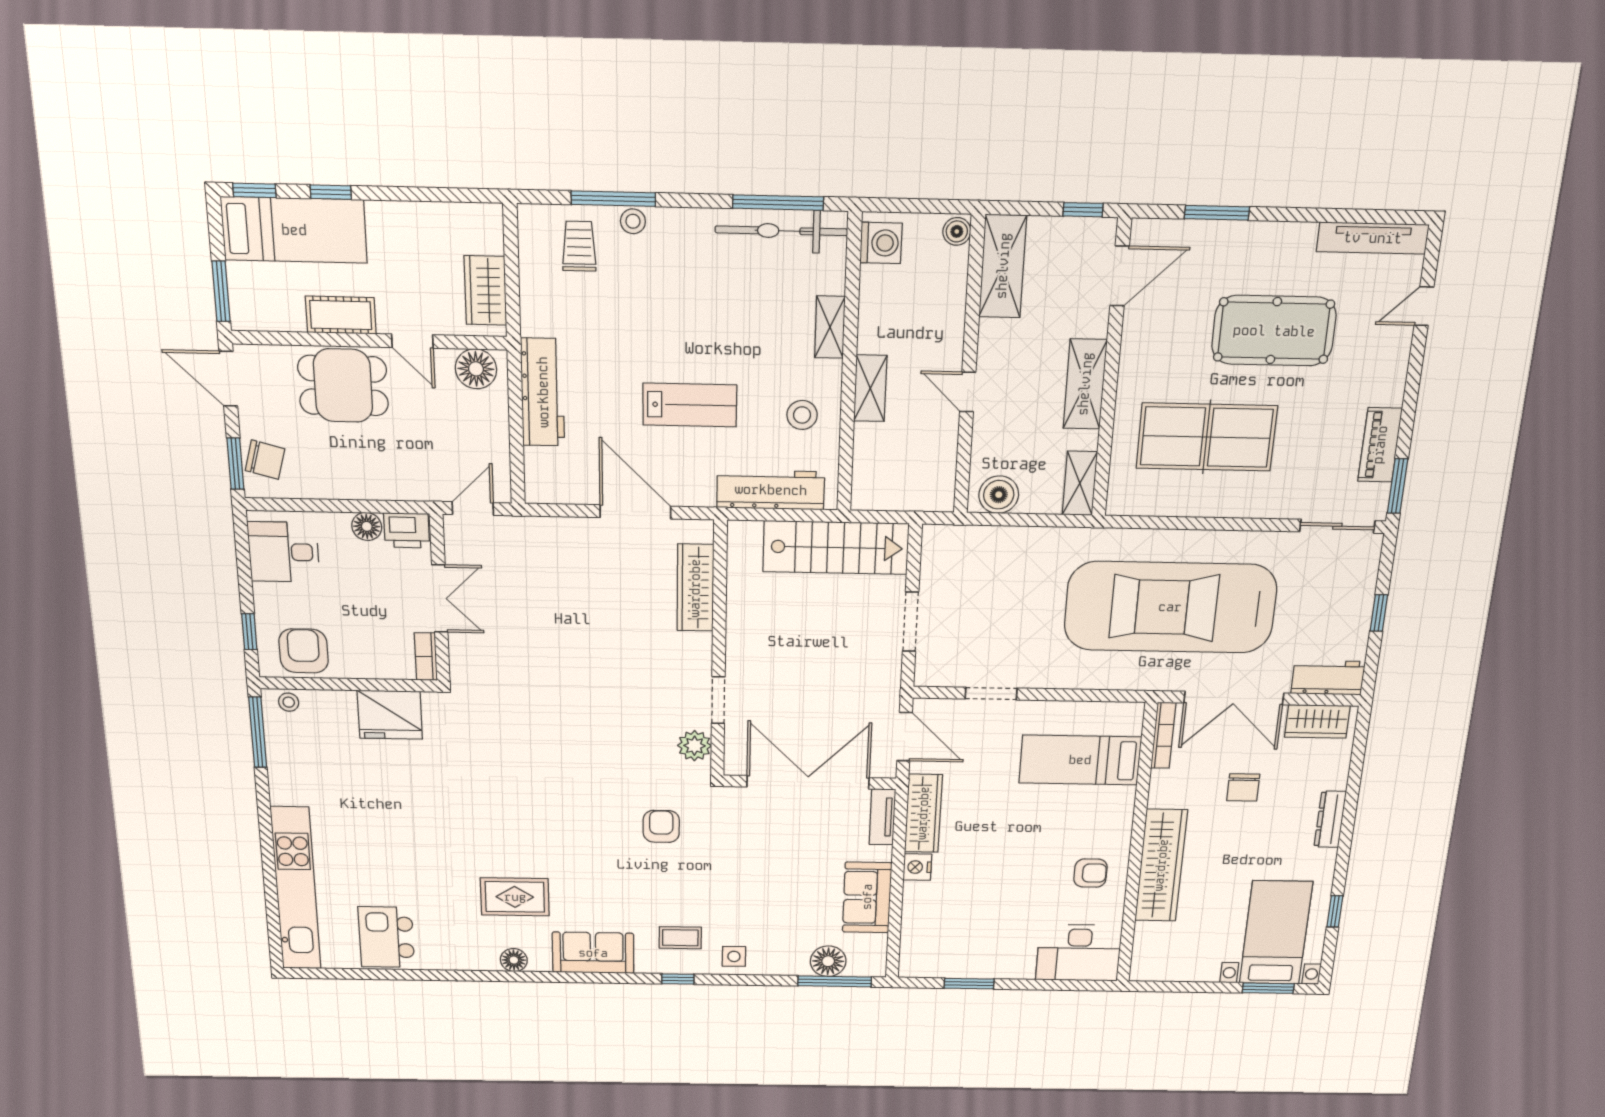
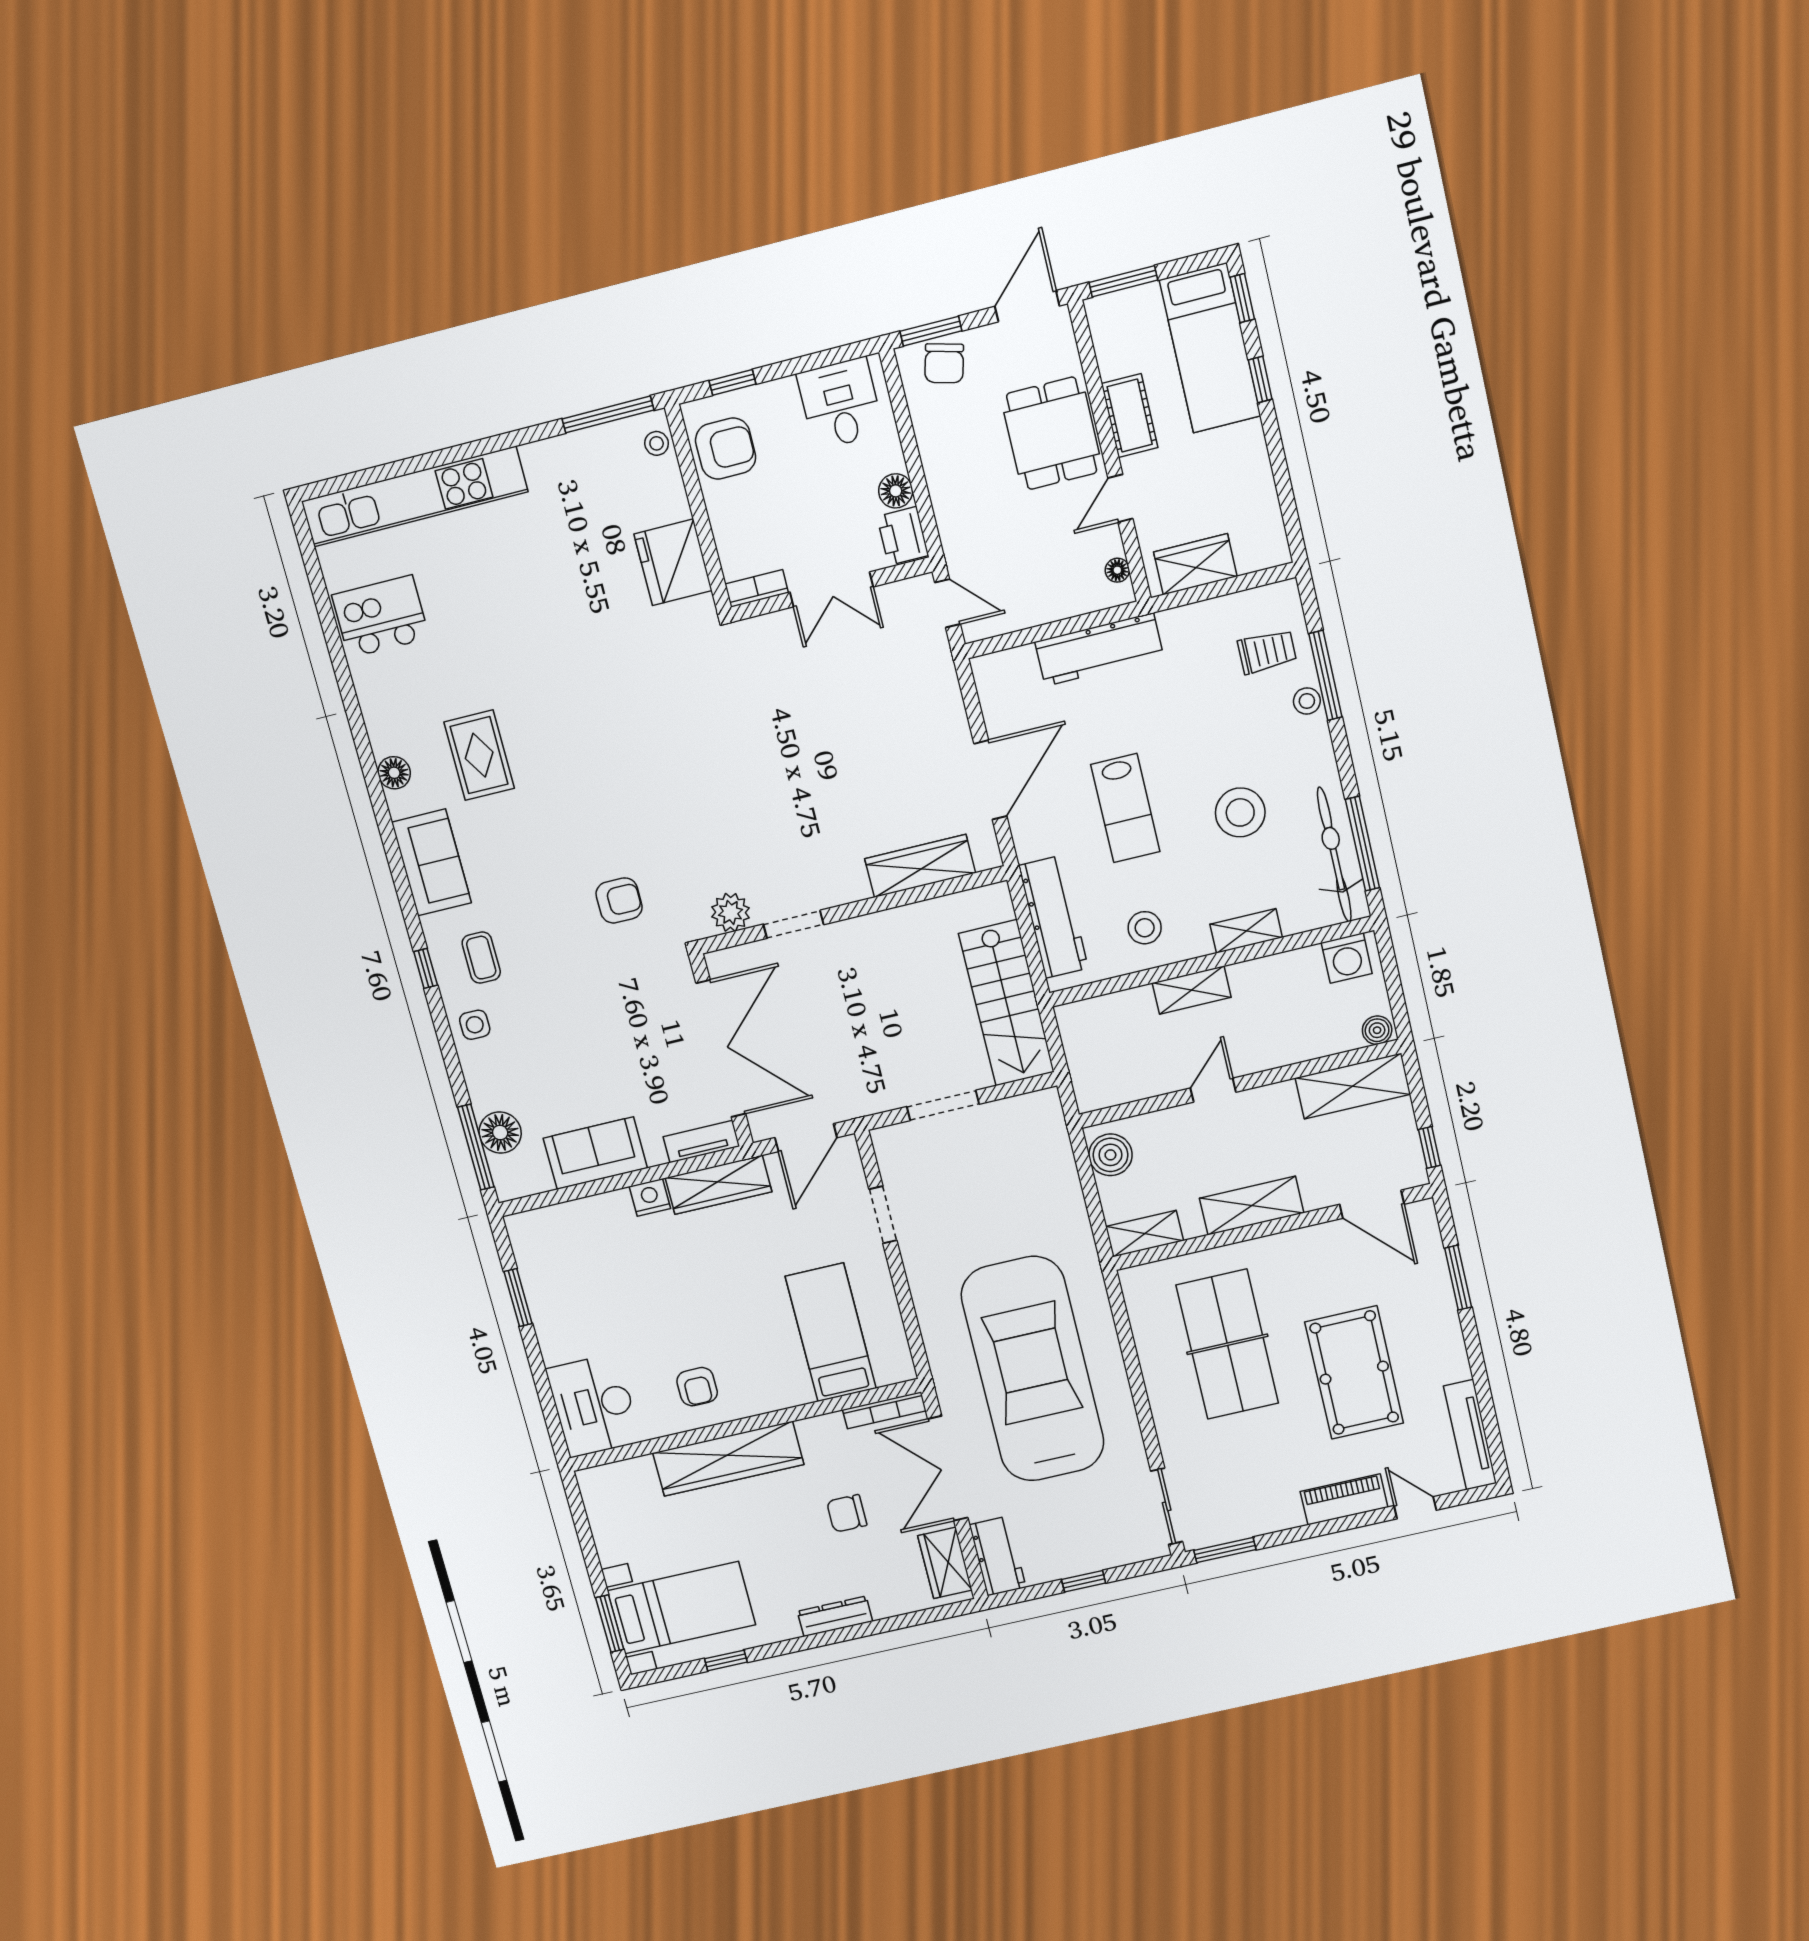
stool: (720, 306) -> (1240, 812), added
floor lamp: (476, 369) -> (1117, 570), width x0.53, depth x0.53
piano: (1380, 445) -> (1344, 1499), moved

